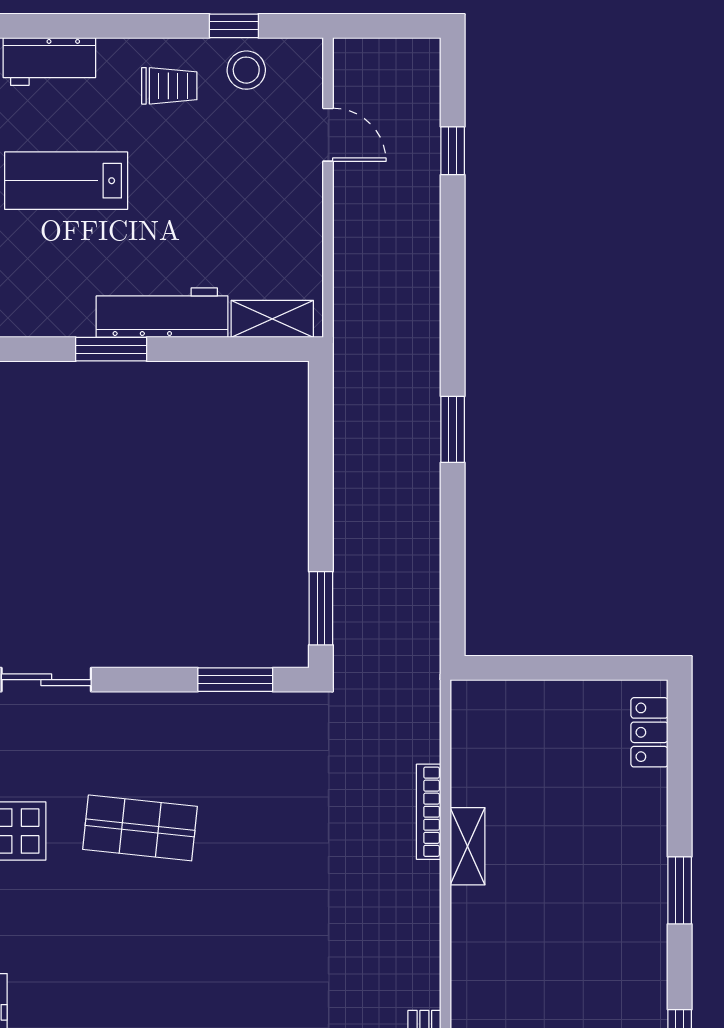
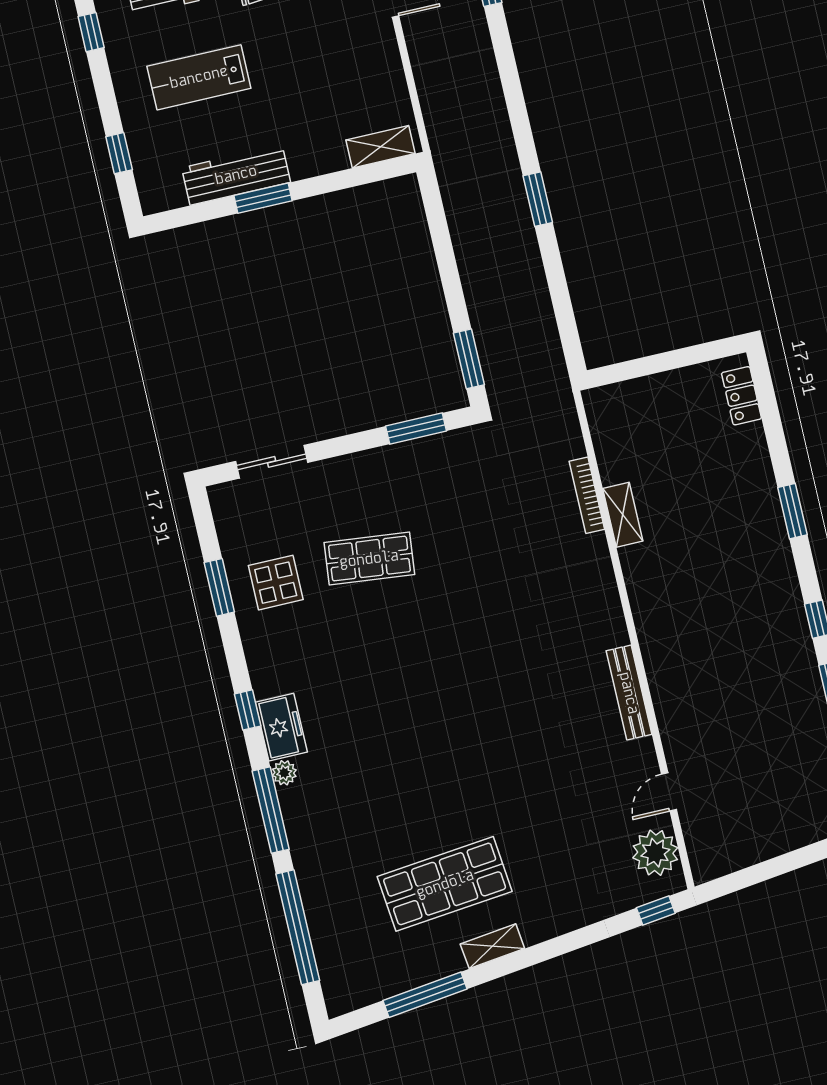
workbench: (162, 313) -> (236, 175), moved

